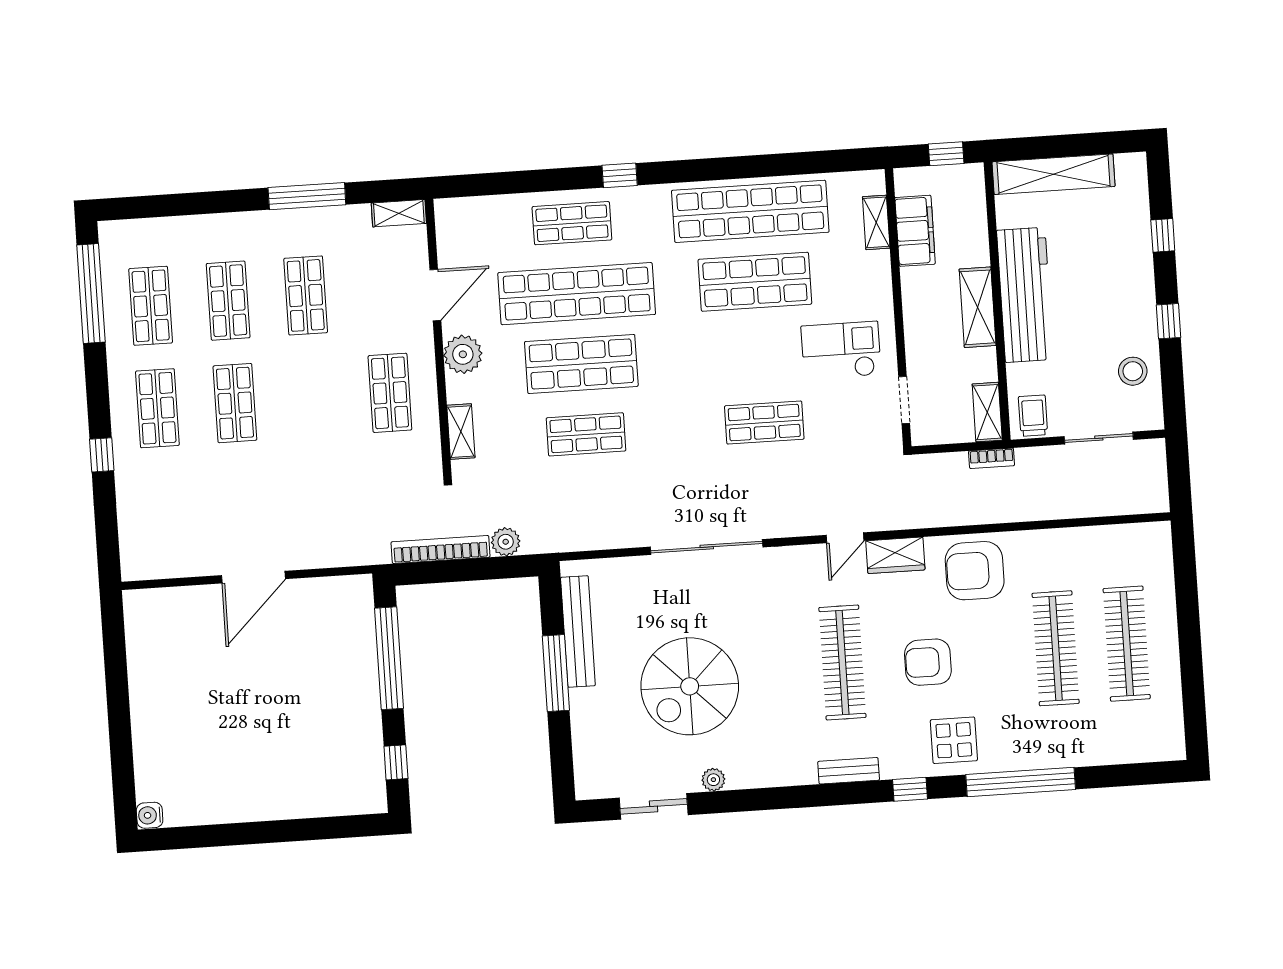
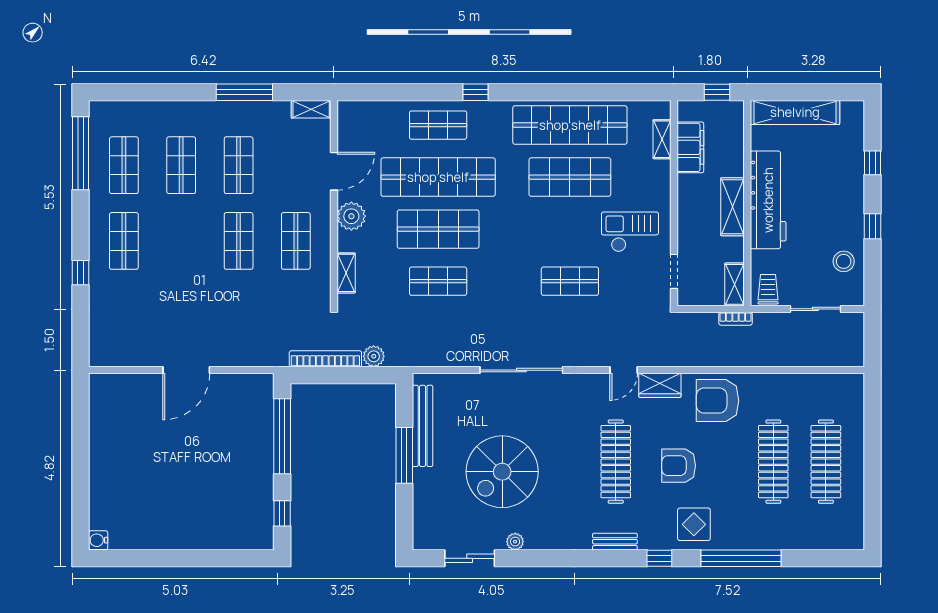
shop shelf: (235, 403) -> (239, 241), moved

